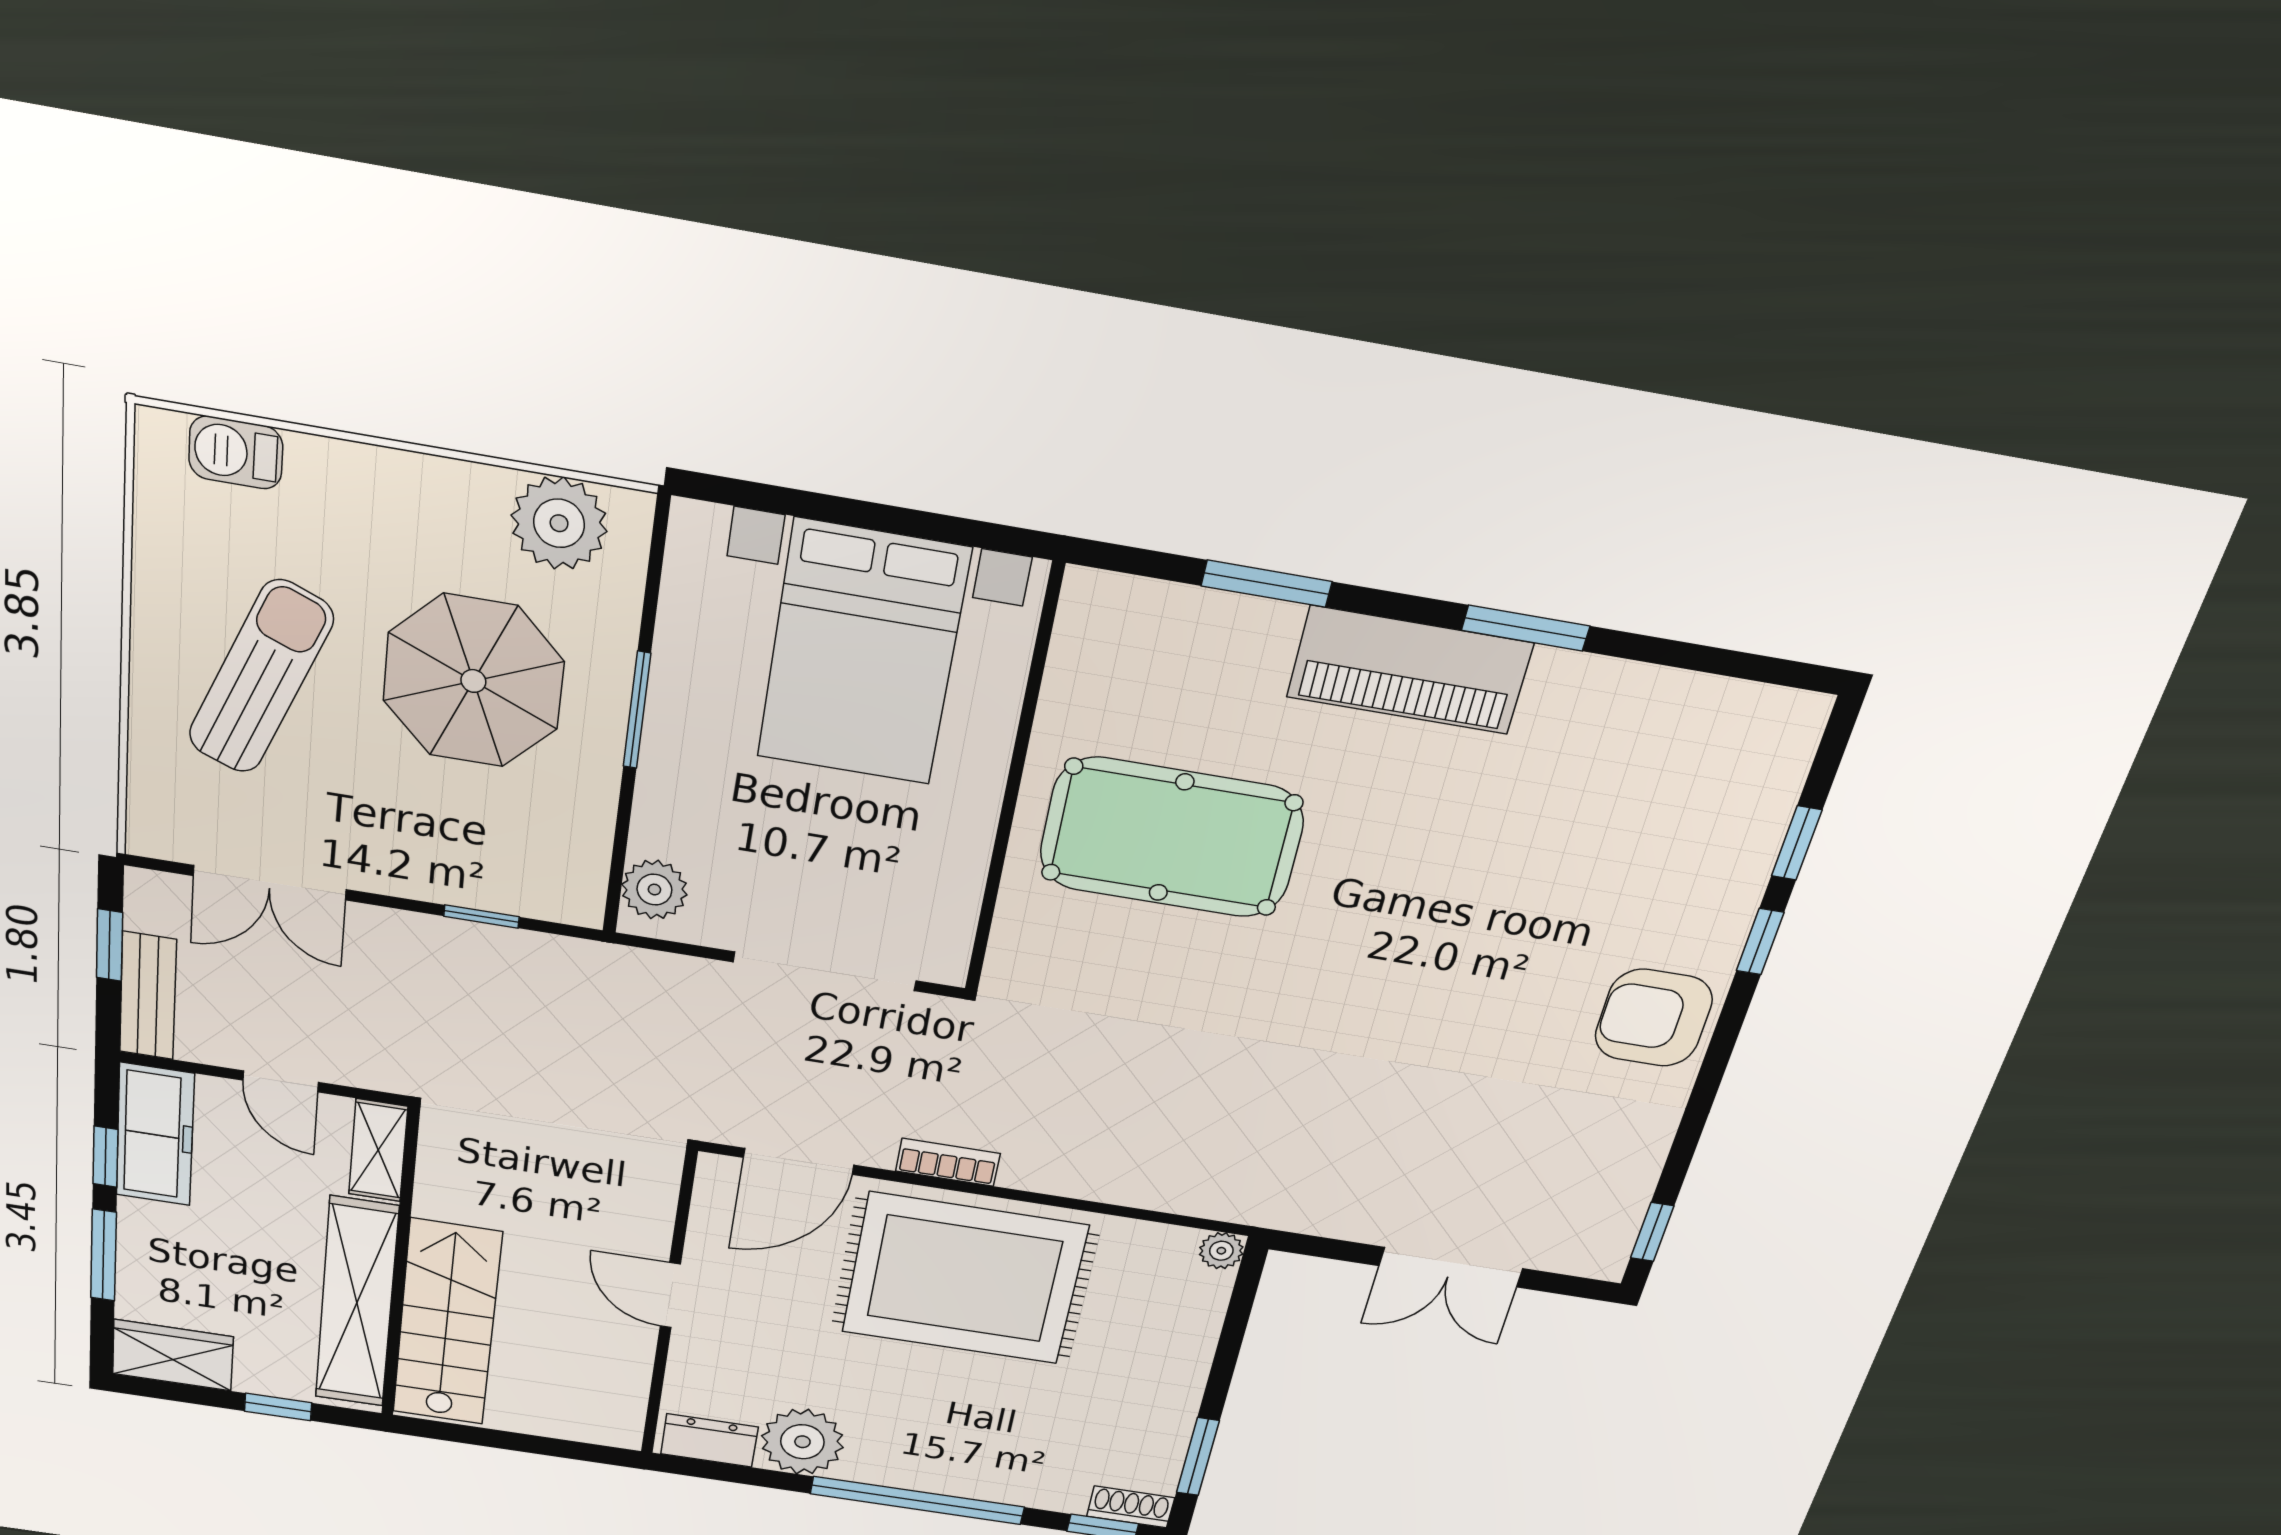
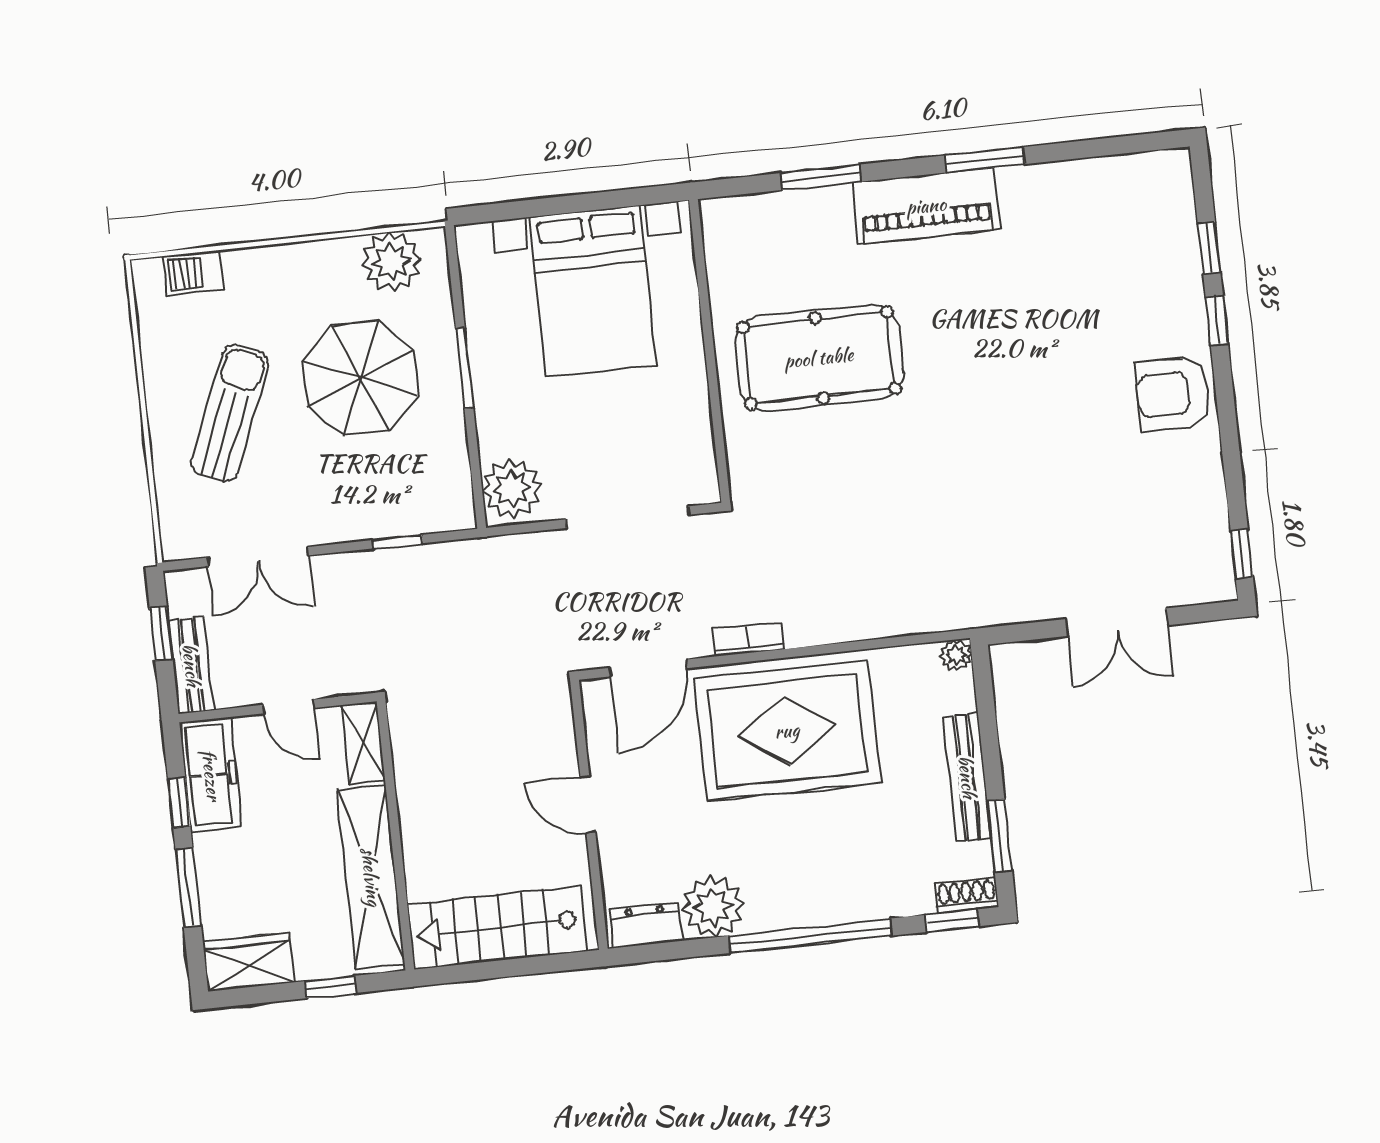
plant: (654, 890) -> (512, 489), width x1.36, depth x1.36
stairs: (447, 1323) -> (498, 927), moved, turned -90
bench: (1181, 1387) -> (967, 777), added

